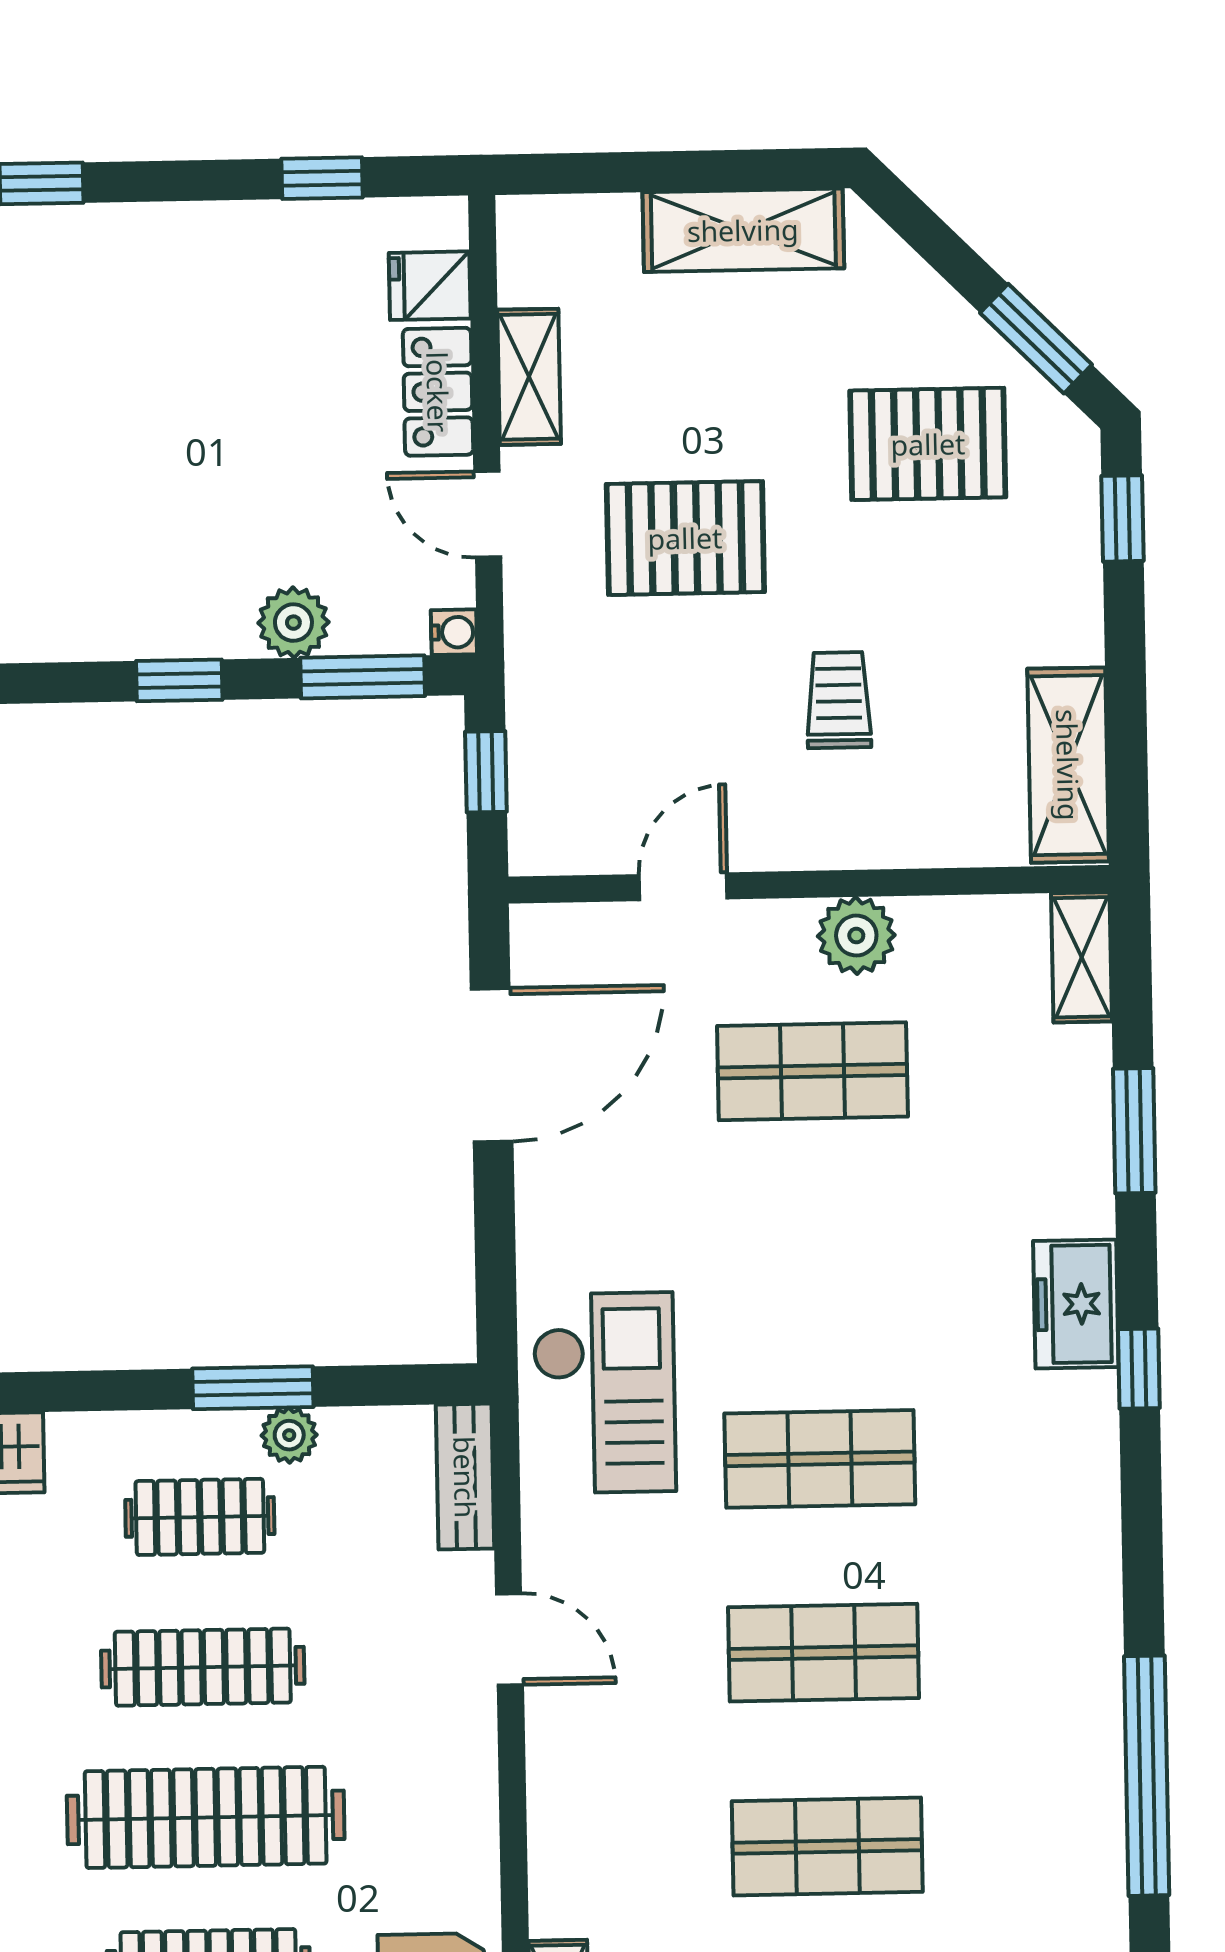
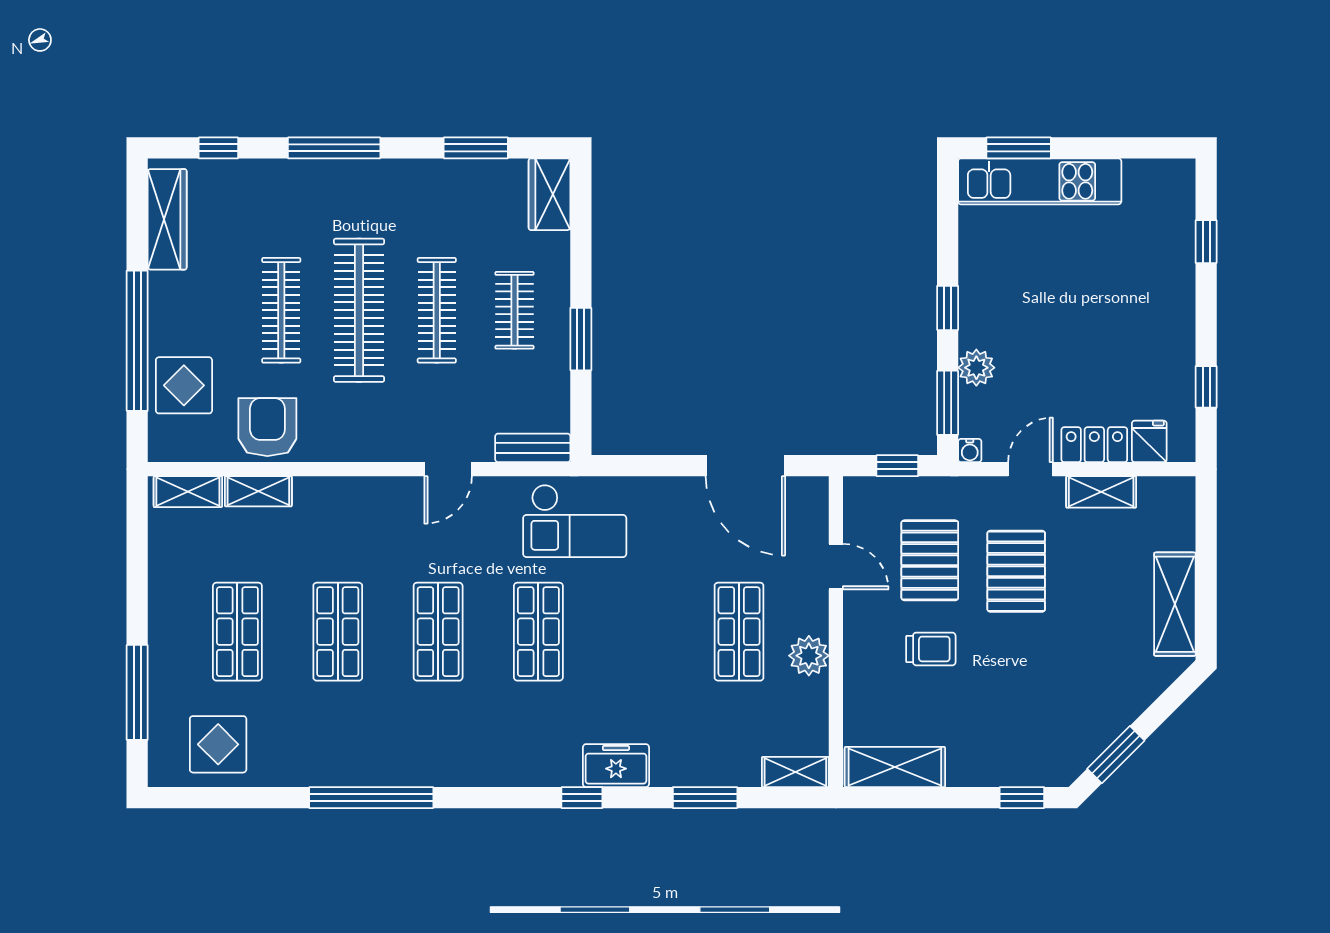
pallet: (928, 444) -> (930, 560), moved
plant: (289, 1435) -> (556, 357), removed

